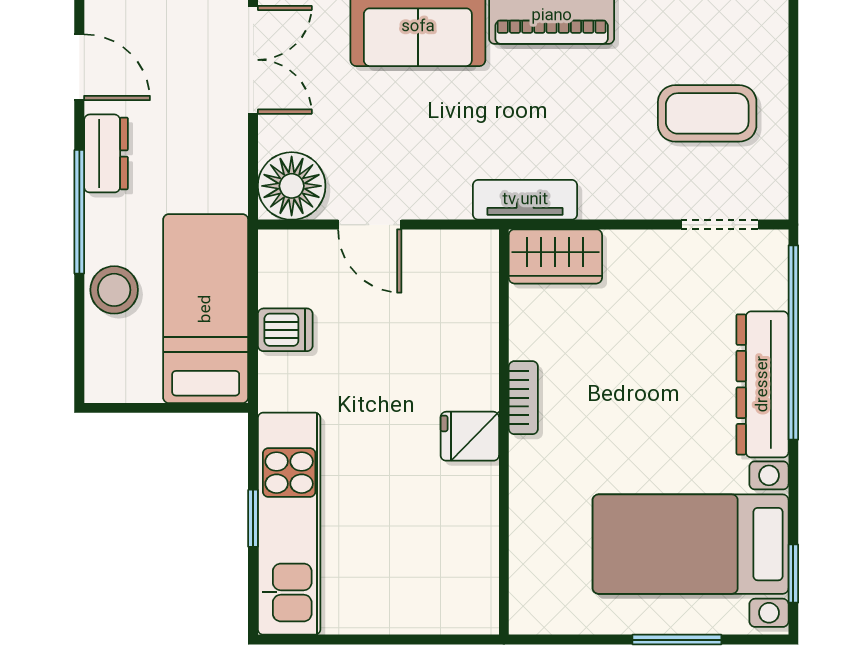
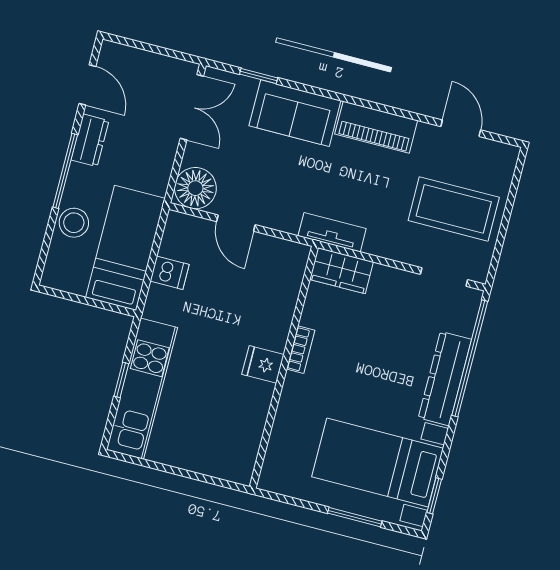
coffee table: (707, 113) -> (454, 209), width x1.36, depth x1.32

